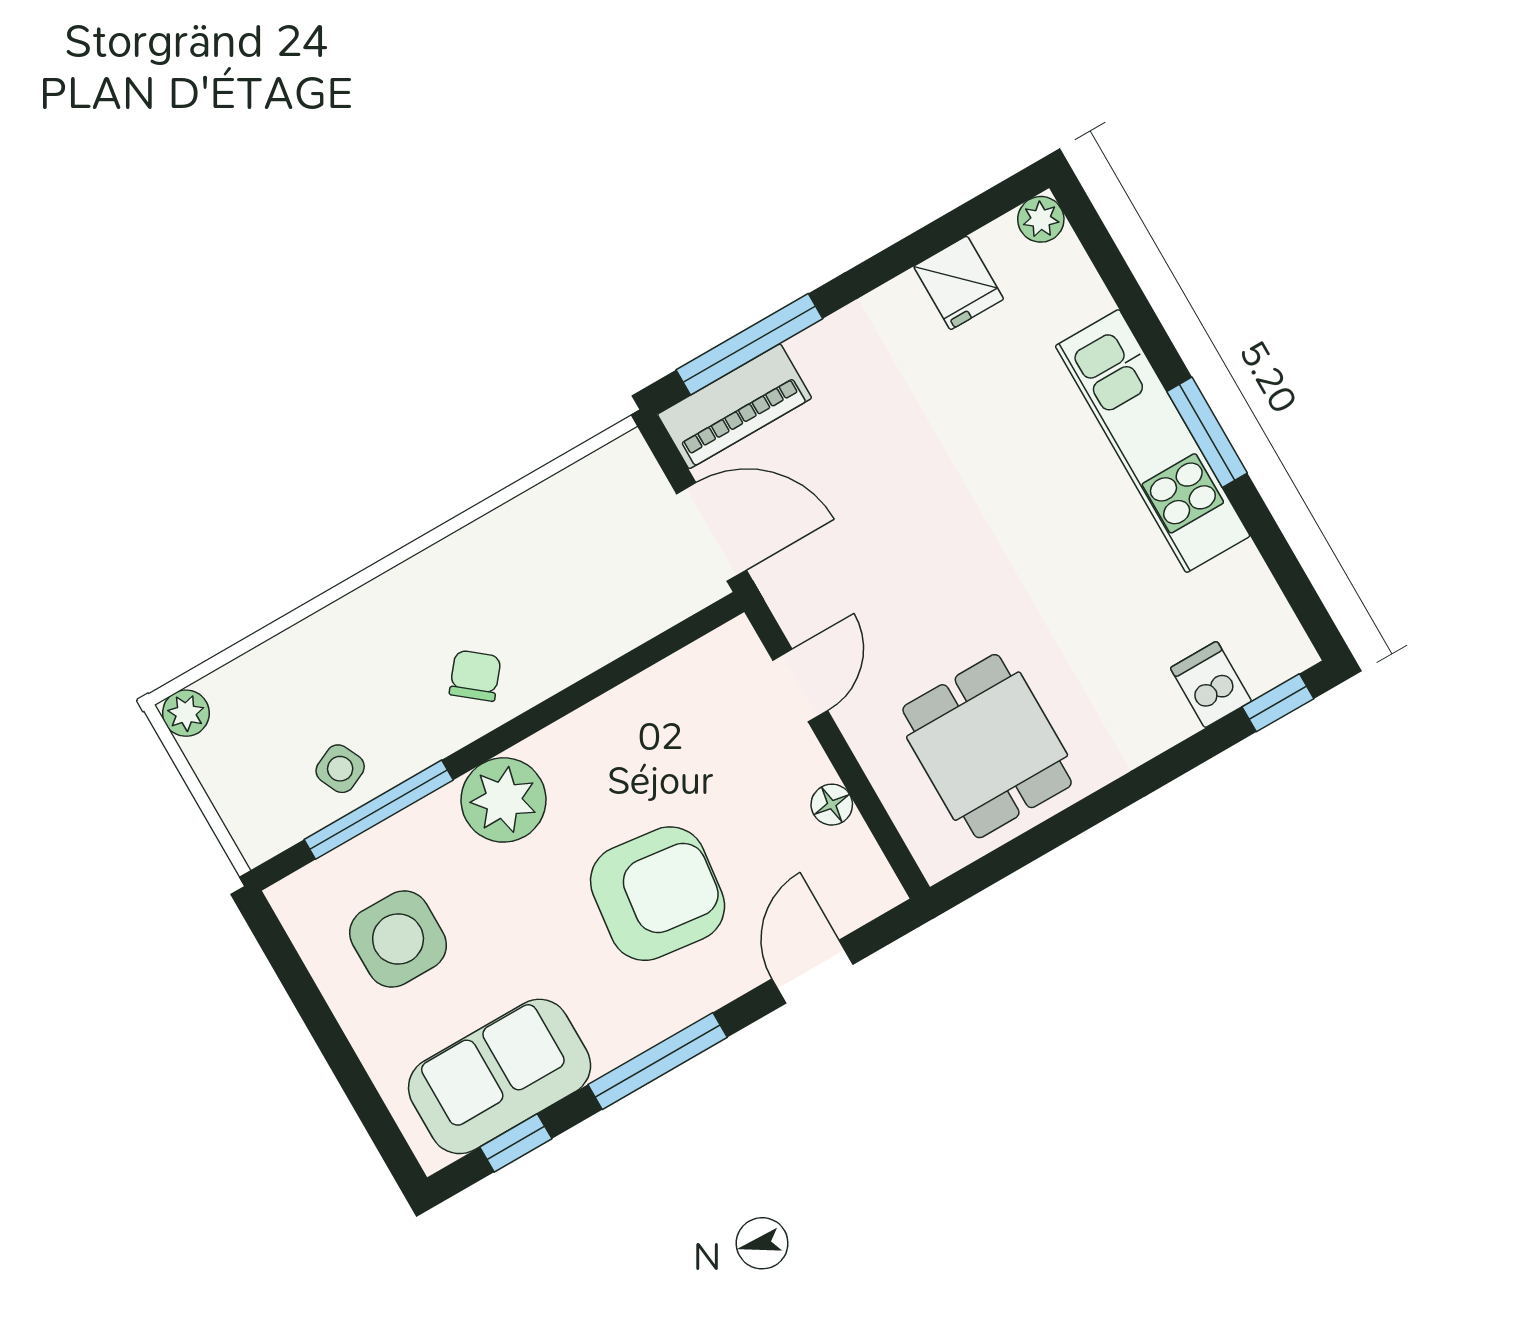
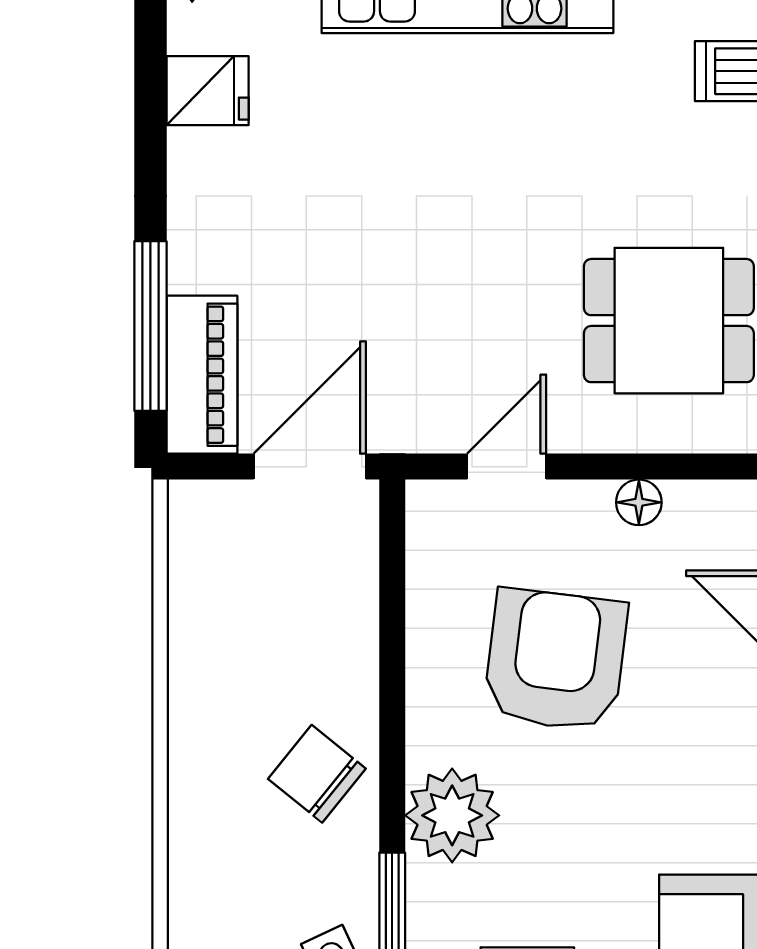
chair: (475, 676) -> (317, 774), width x1.37, depth x1.37
door: (800, 685) -> (507, 467), hinge flipped
armchair: (658, 894) -> (556, 660), moved

